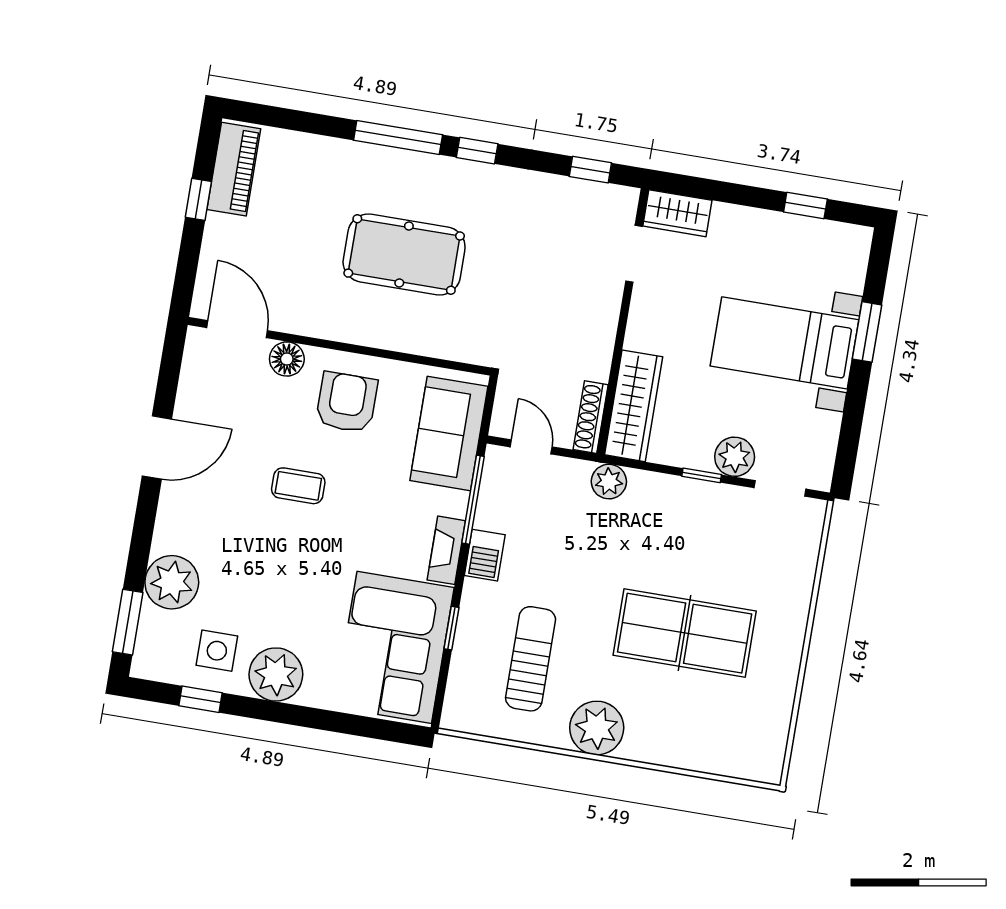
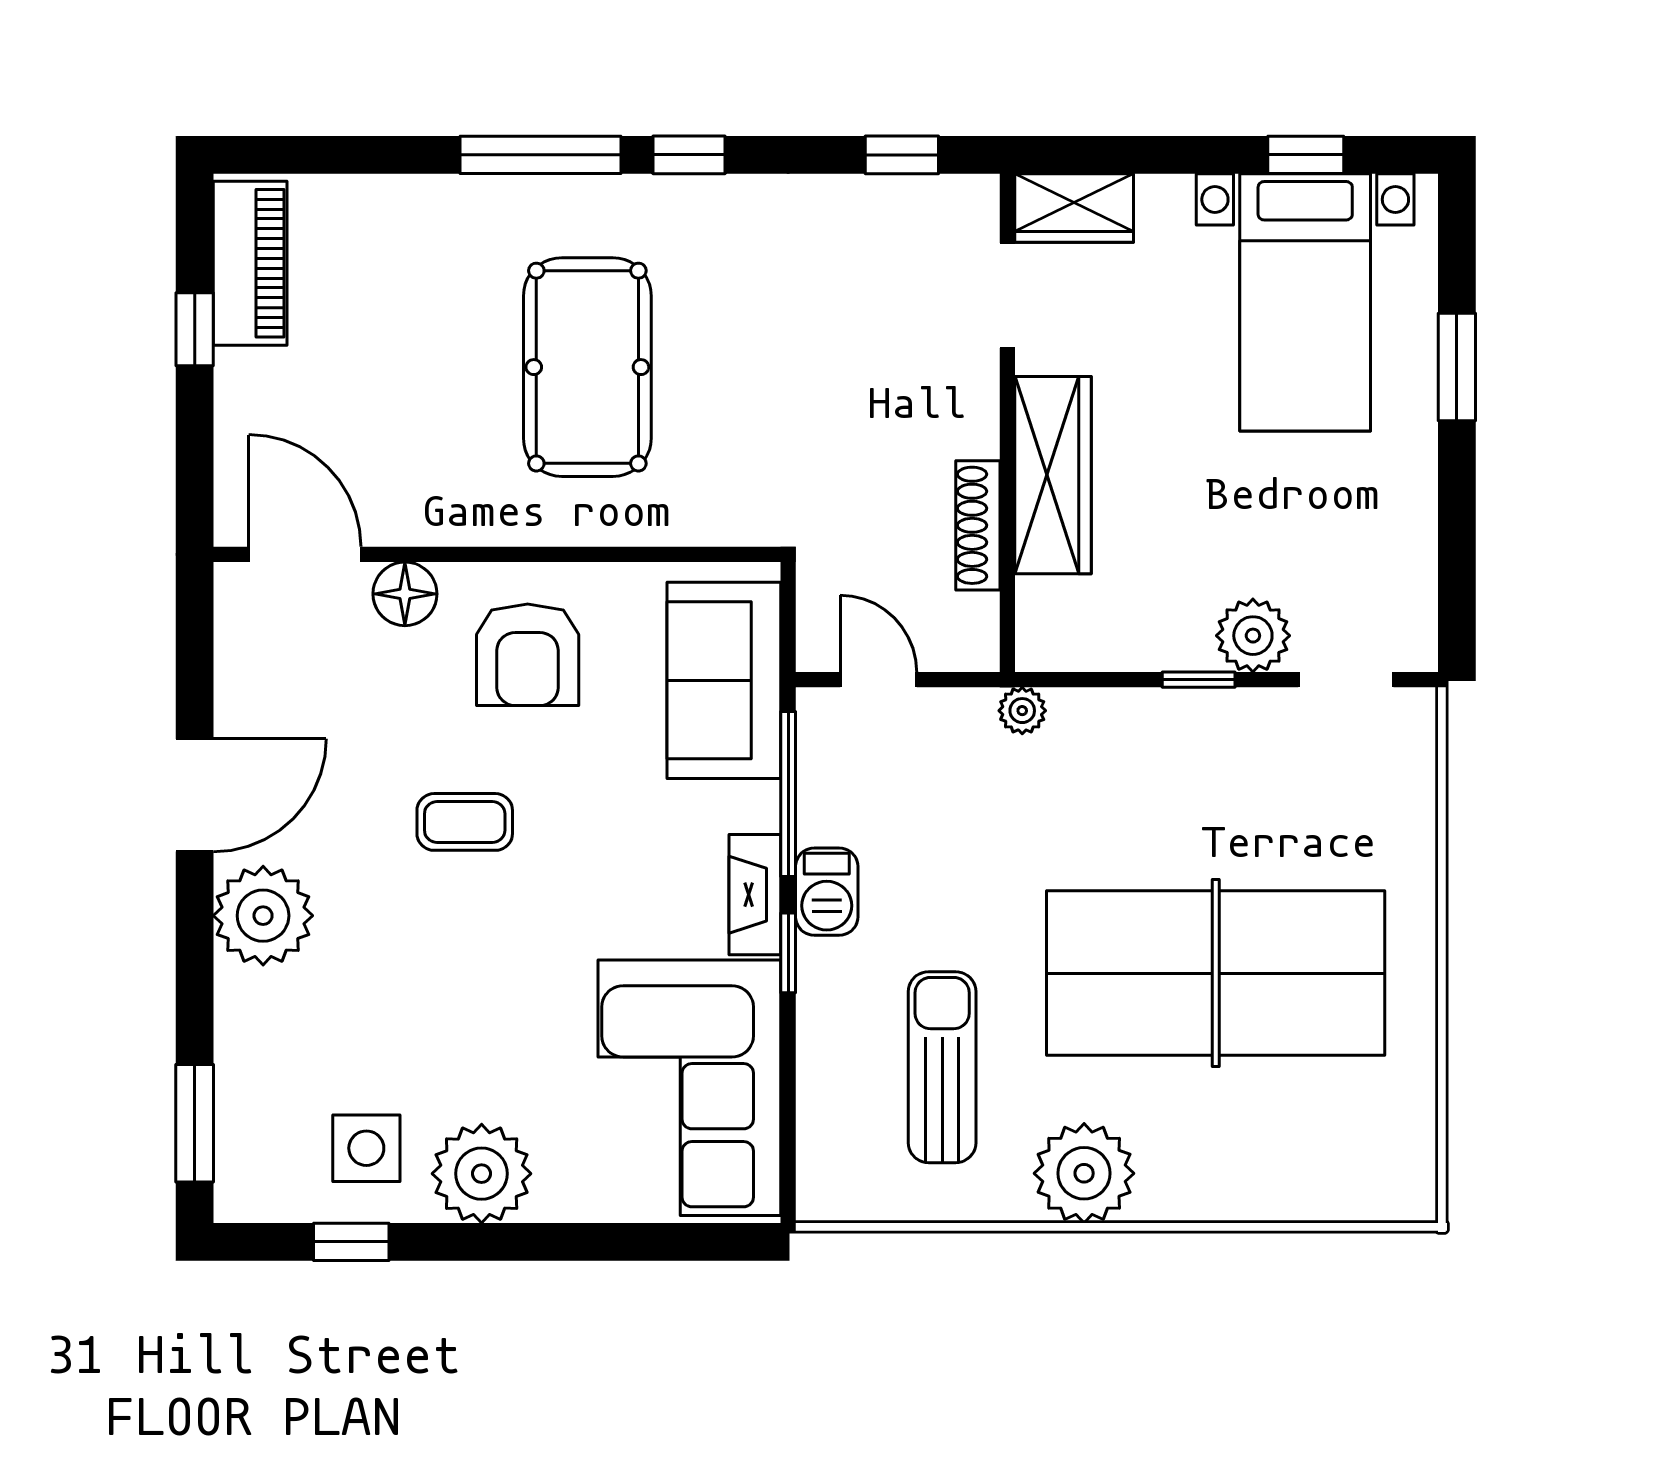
pool table: (404, 255) -> (587, 367), turned 90
bed with nightstands: (784, 343) -> (1305, 302), moved, turned -90
armchair: (347, 402) -> (528, 655), turned 180
wardrobe: (634, 406) -> (1053, 475), moved
shoe rack: (591, 417) -> (978, 525), moved
plant: (609, 482) -> (1022, 711), width x0.73, depth x0.73
plant: (172, 582) -> (263, 916), moved
window: (451, 628) -> (788, 953), moved
table tennis table: (685, 633) -> (1216, 973), width x1.36, depth x1.32

